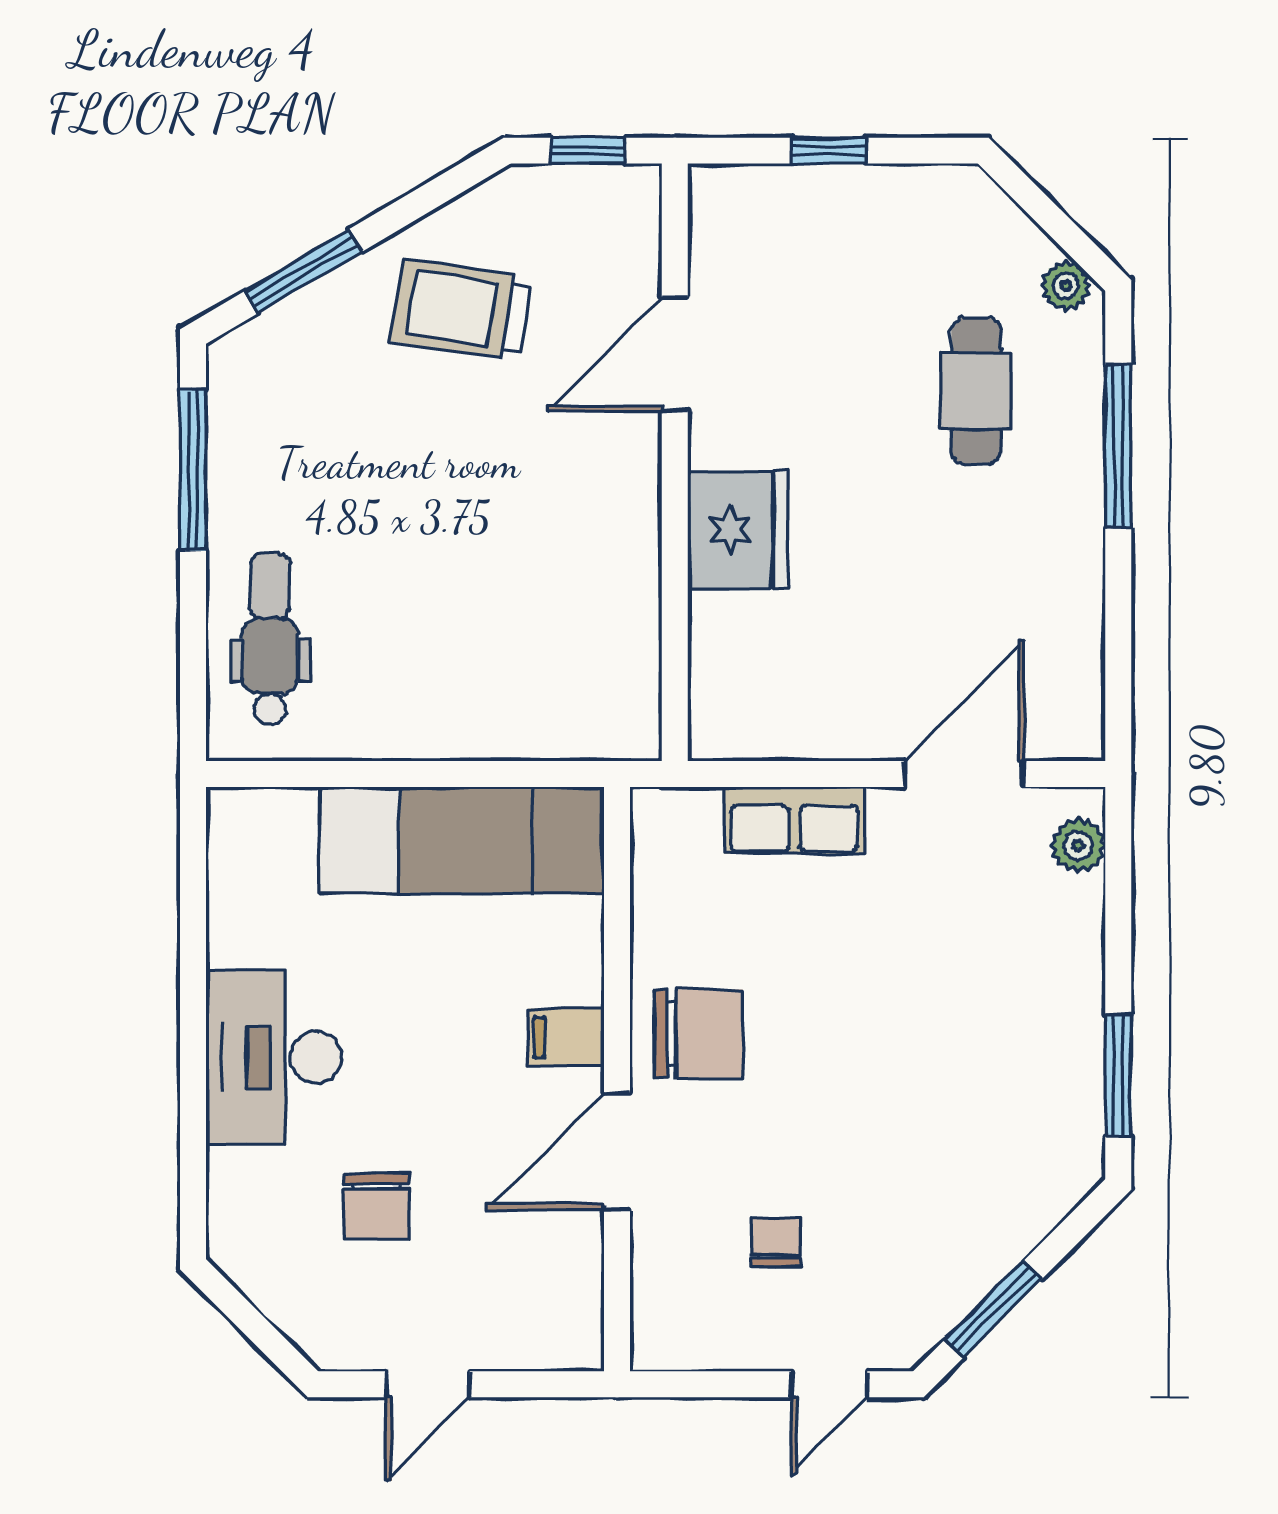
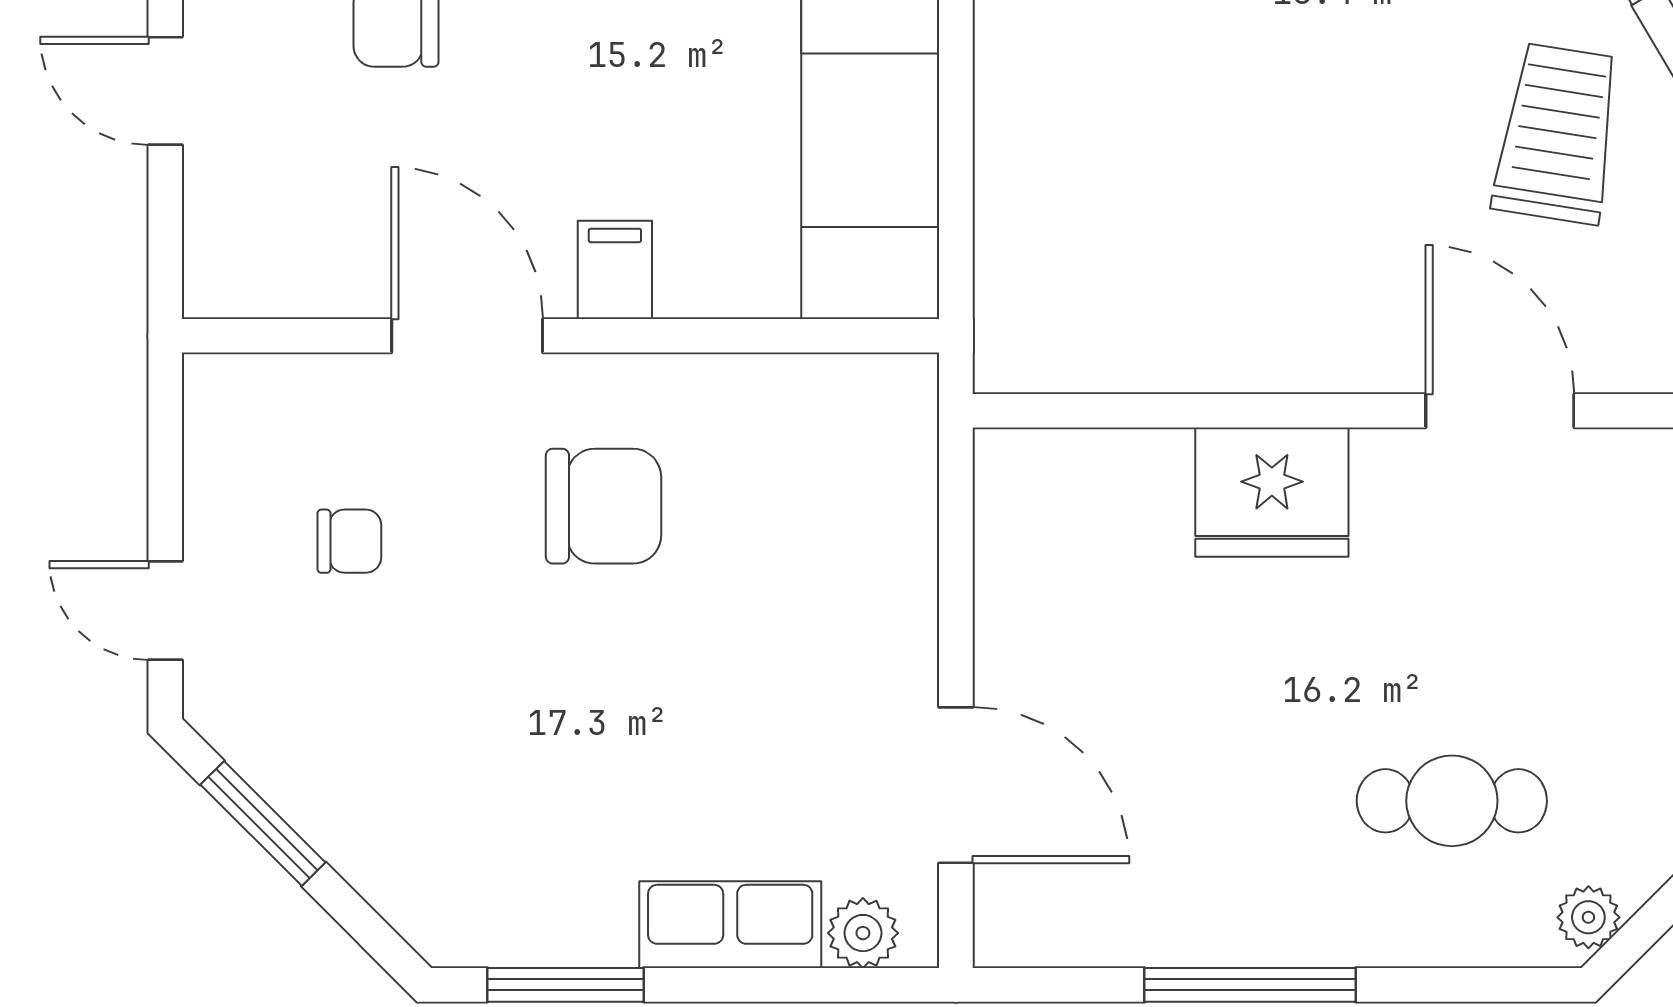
window: (1118, 446) -> (1250, 985), moved
row of seats: (794, 820) -> (730, 925), moved, turned 90
chair: (698, 1034) -> (604, 506), moved, turned -90

